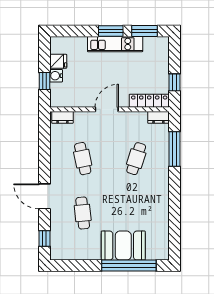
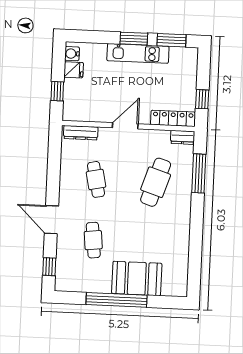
water cooler: (56, 76) -> (72, 54), moved
dresser: (62, 117) -> (81, 133), width x1.44
cafe table: (136, 159) -> (156, 182), width x1.37, depth x1.35
window: (129, 266) -> (117, 300), moved

